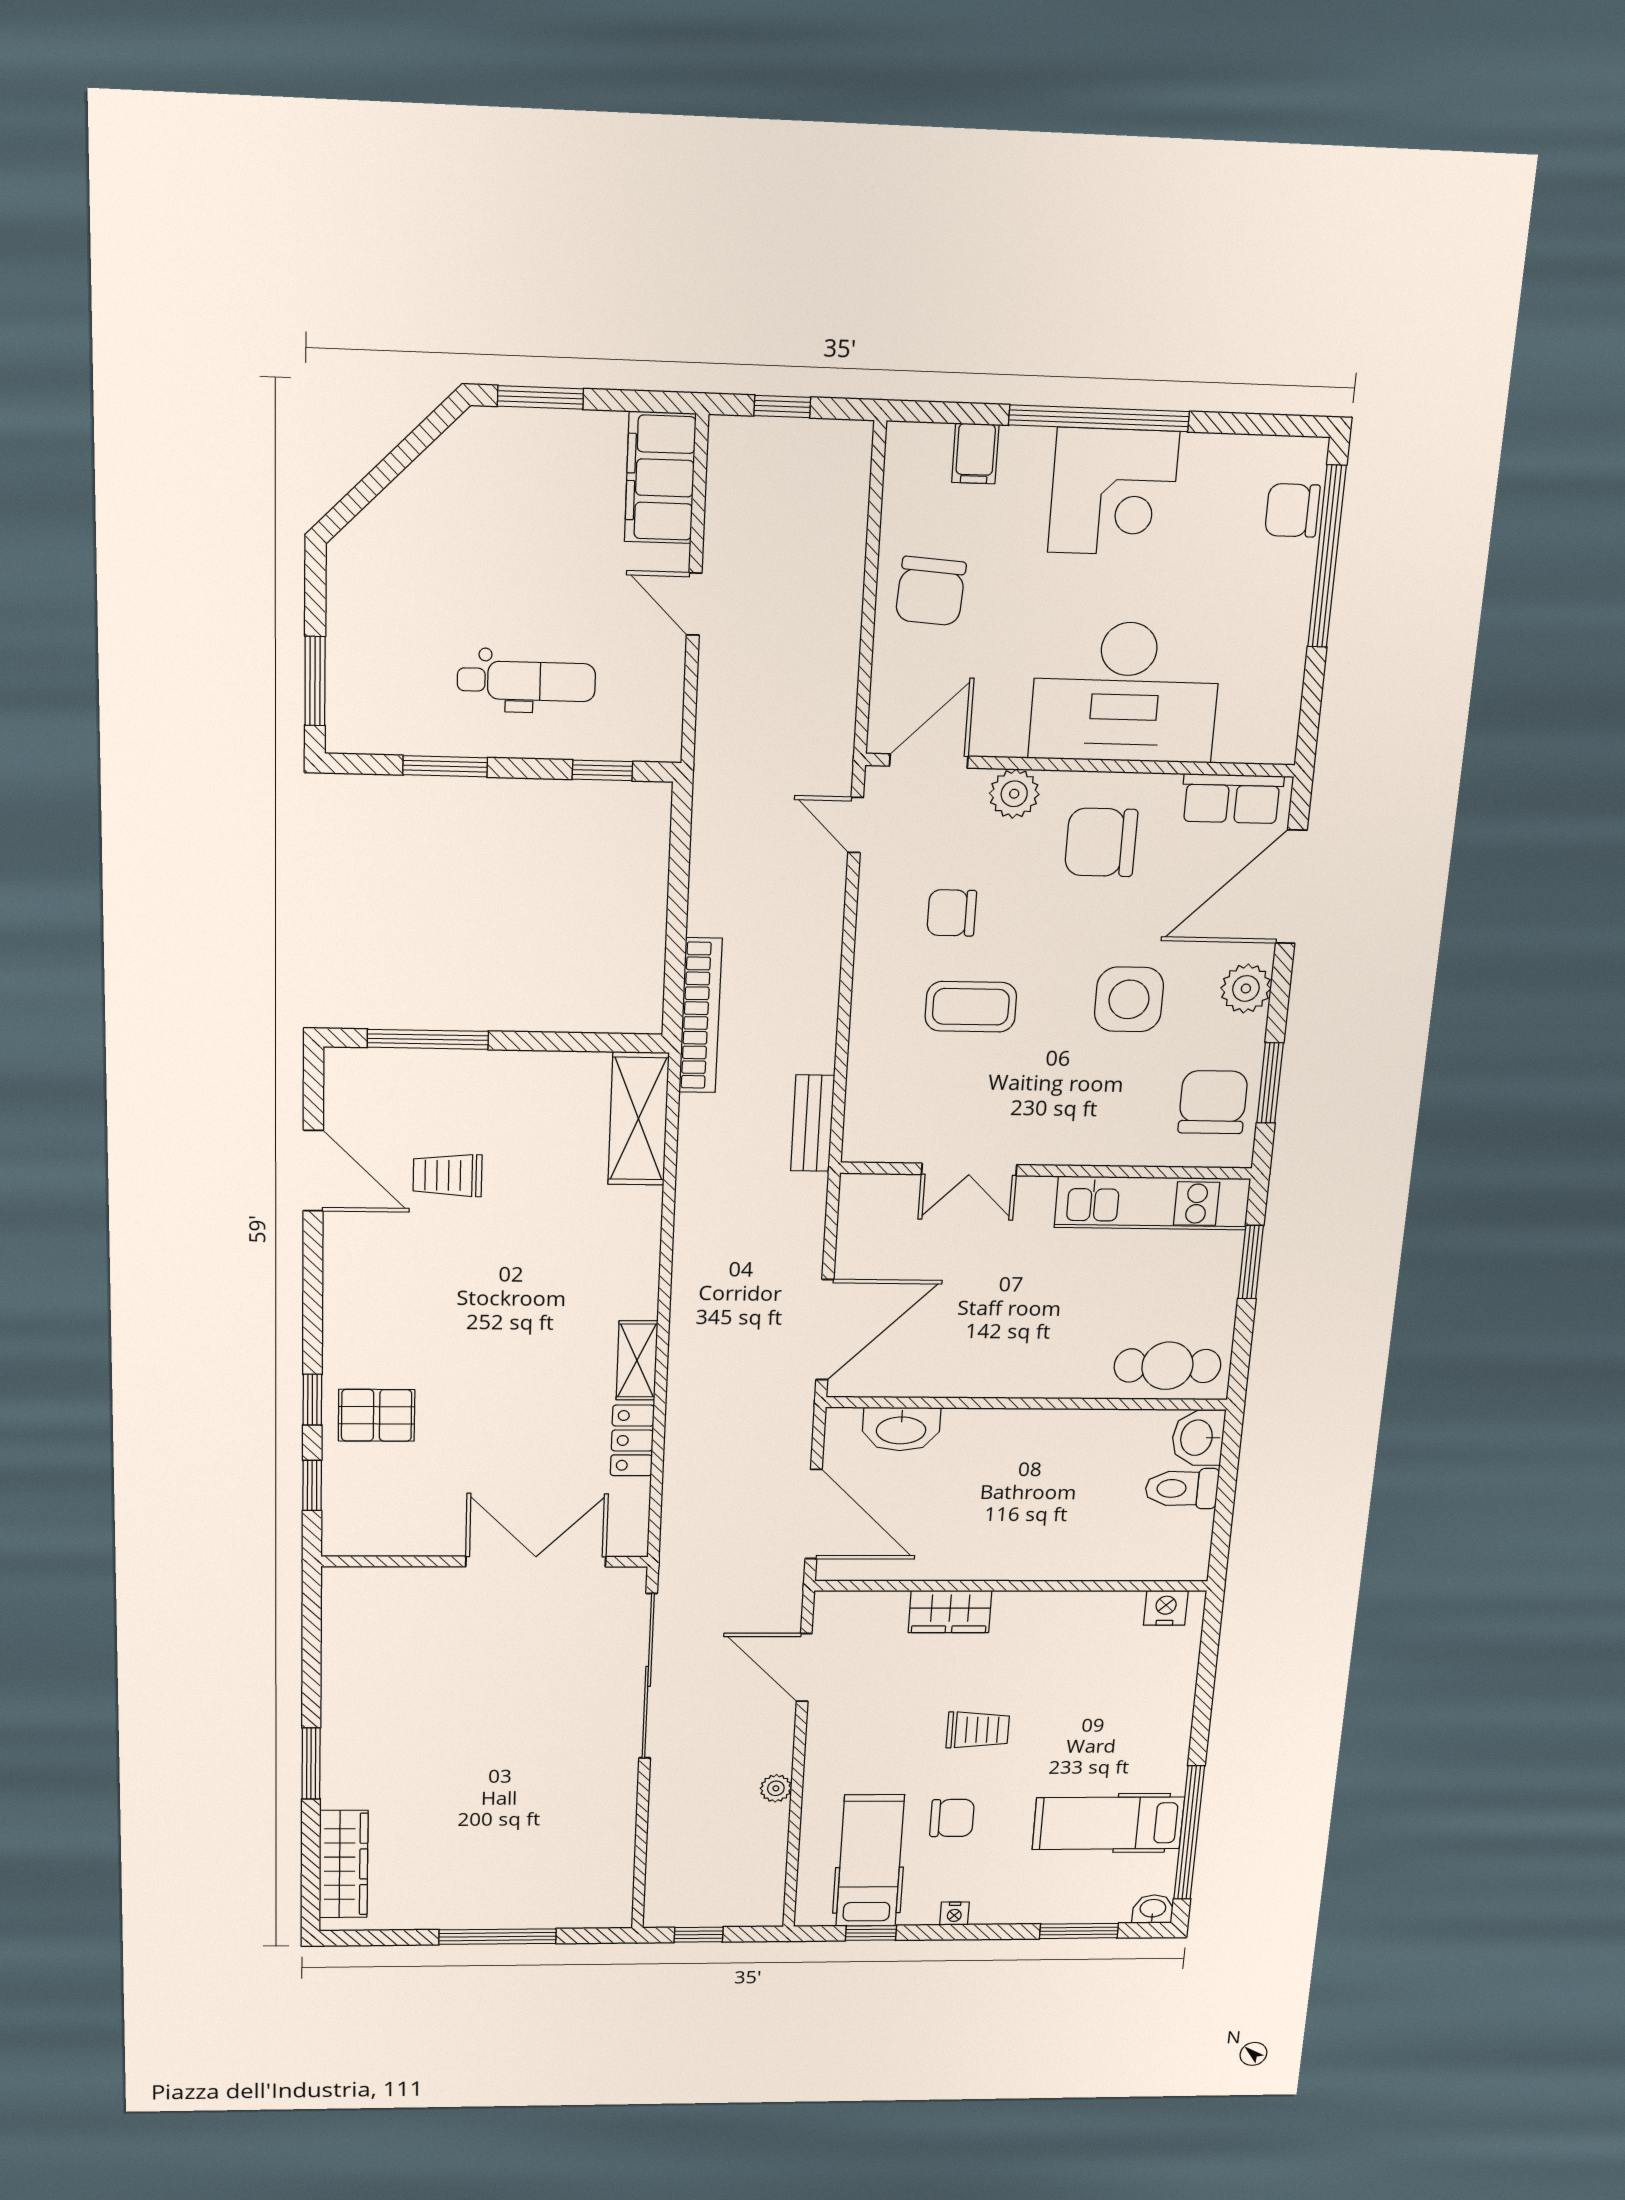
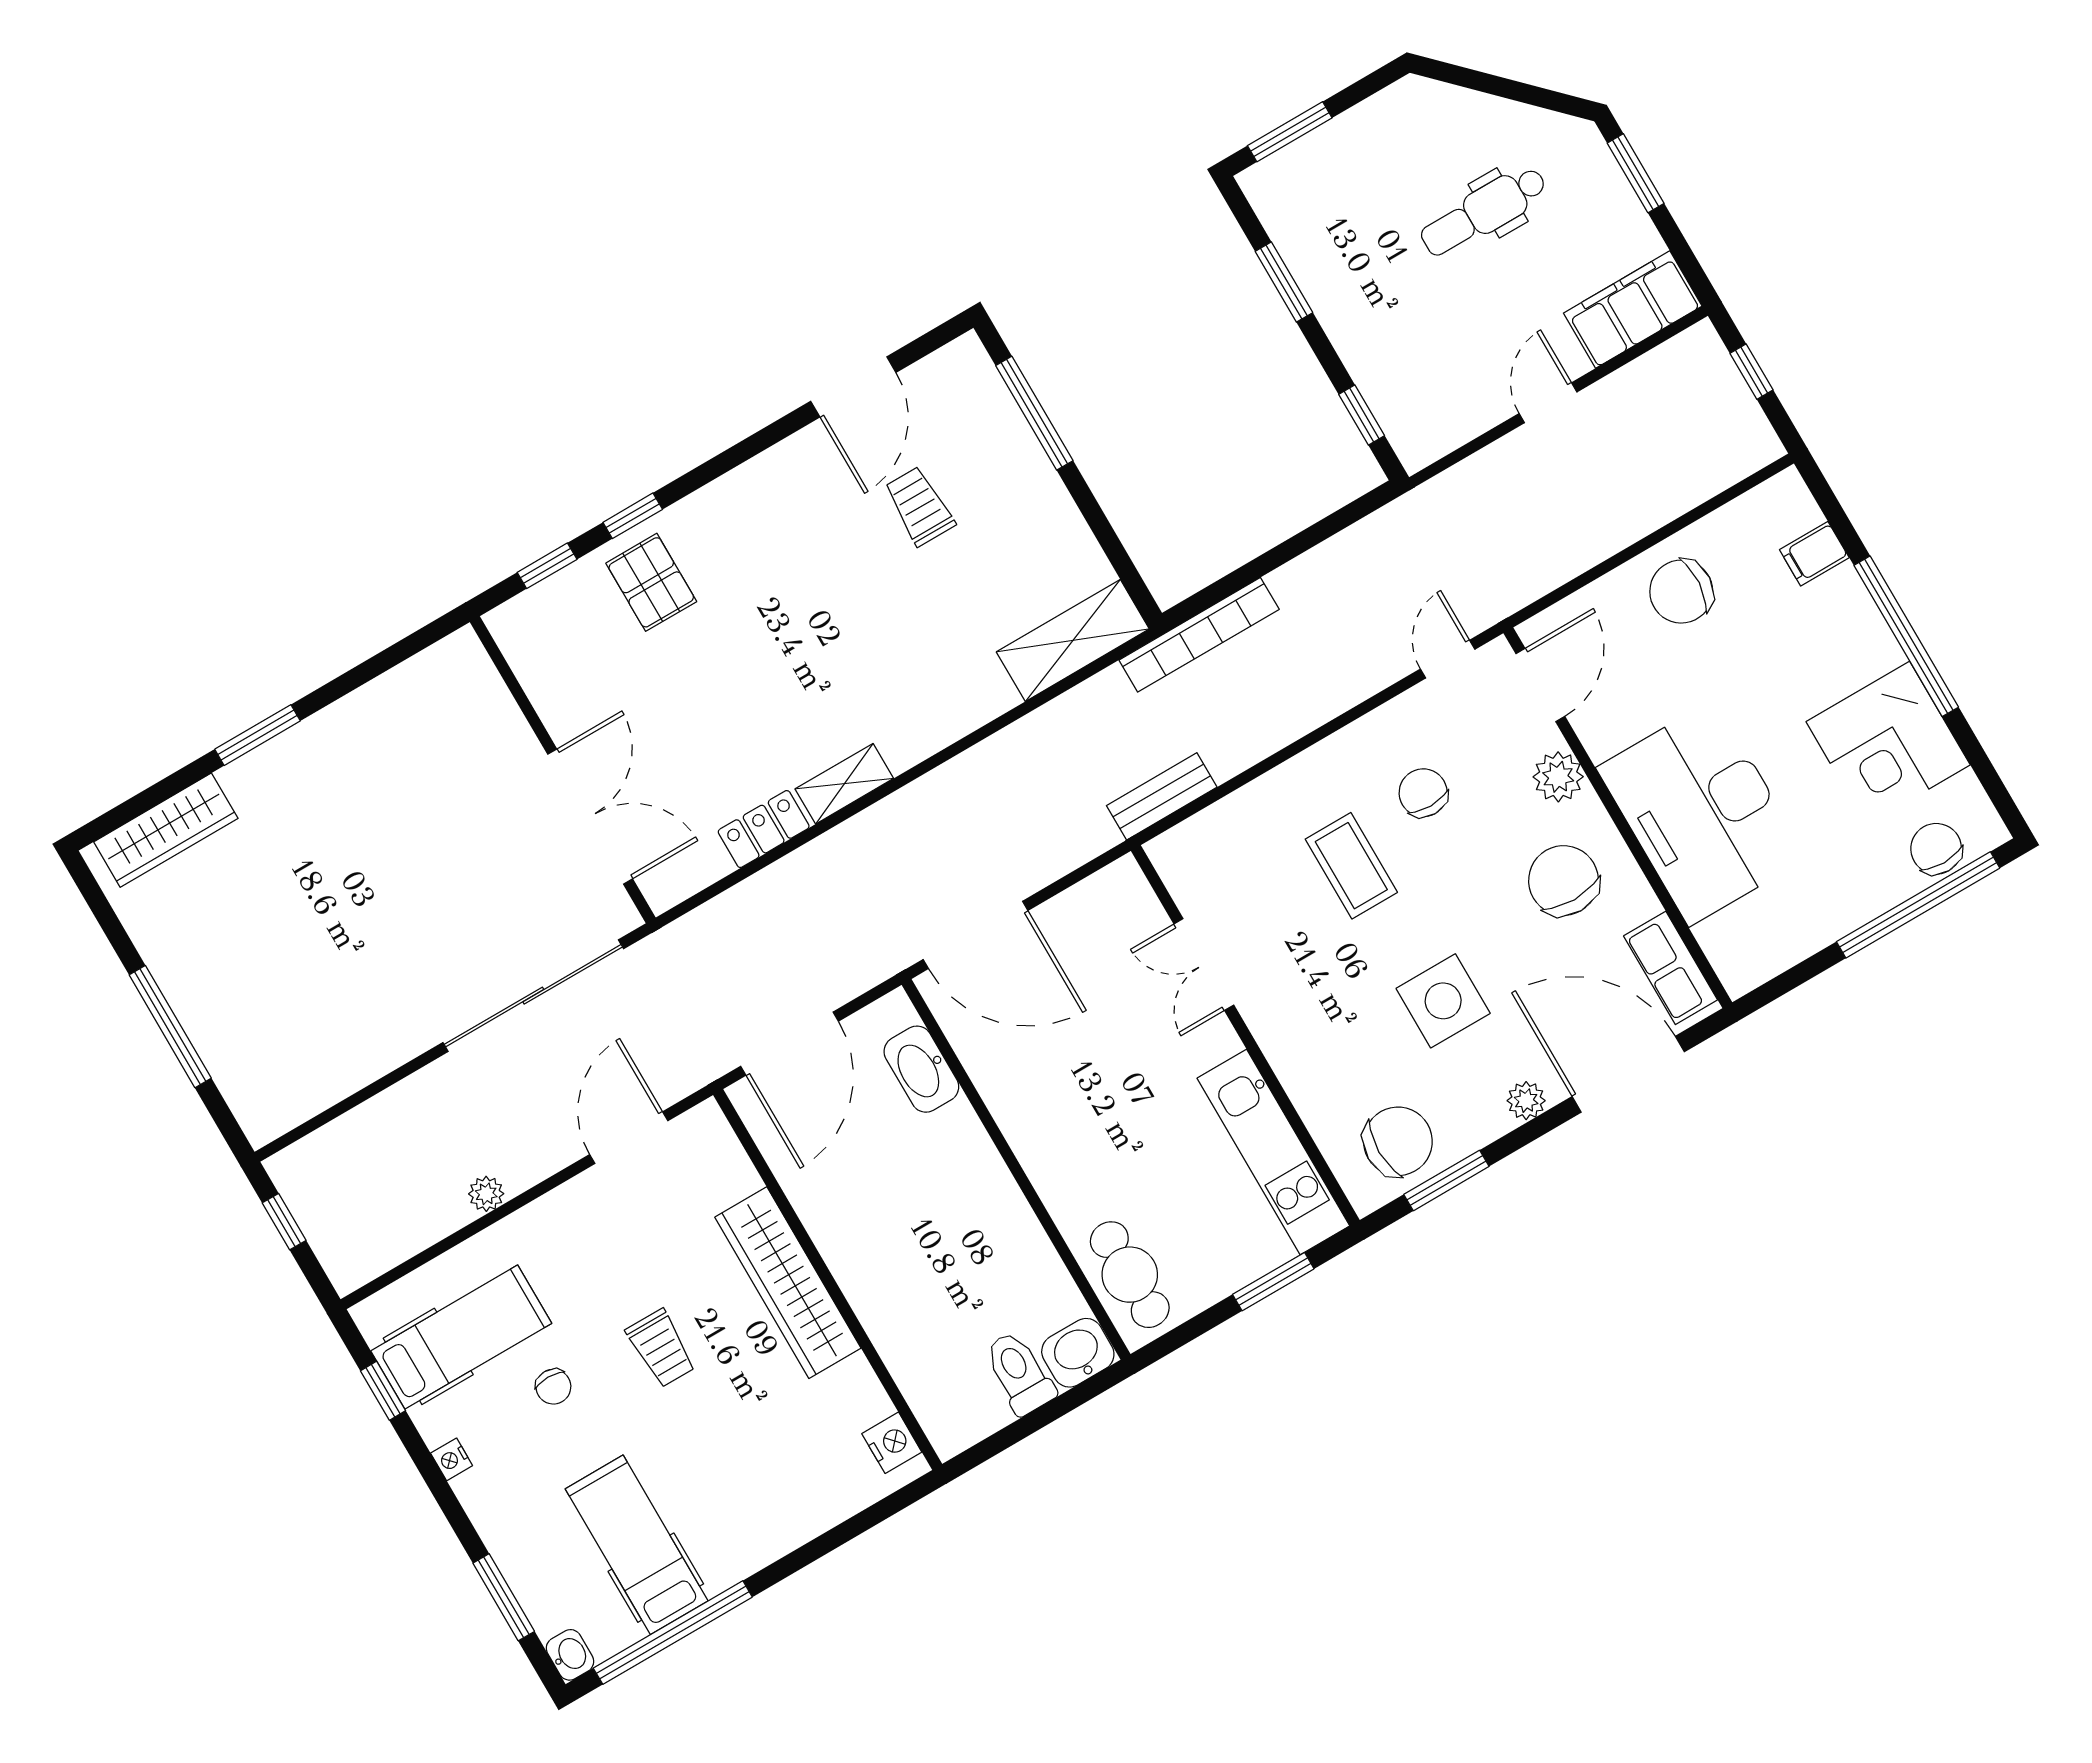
corner desk: (1113, 492) -> (1888, 743), moved
dental chair: (526, 681) -> (1484, 211), moved, turned 90
door: (929, 761) -> (1540, 685), hinge flipped
plant: (1246, 988) -> (1526, 1101), width x0.73, depth x0.73
wardrobe: (950, 1612) -> (788, 1283), width x2.10, depth x1.17
chair: (952, 1818) -> (553, 1387), width x0.73, depth x0.73

